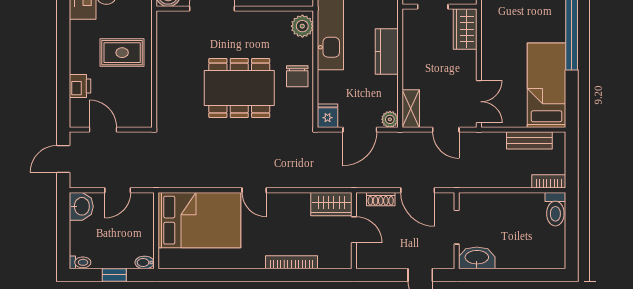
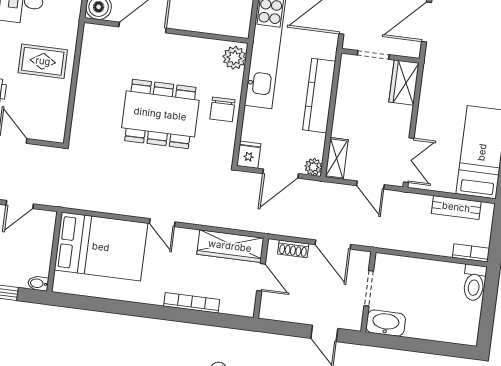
kitchen counter: (387, 52) -> (319, 96), width x1.50
wardrobe: (331, 204) -> (230, 246), width x1.50

